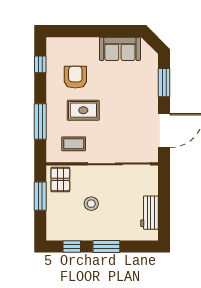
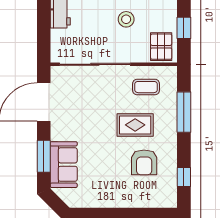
sofa: (120, 49) -> (64, 165), moved, turned 90
window: (40, 196) -> (184, 28), width x0.67

